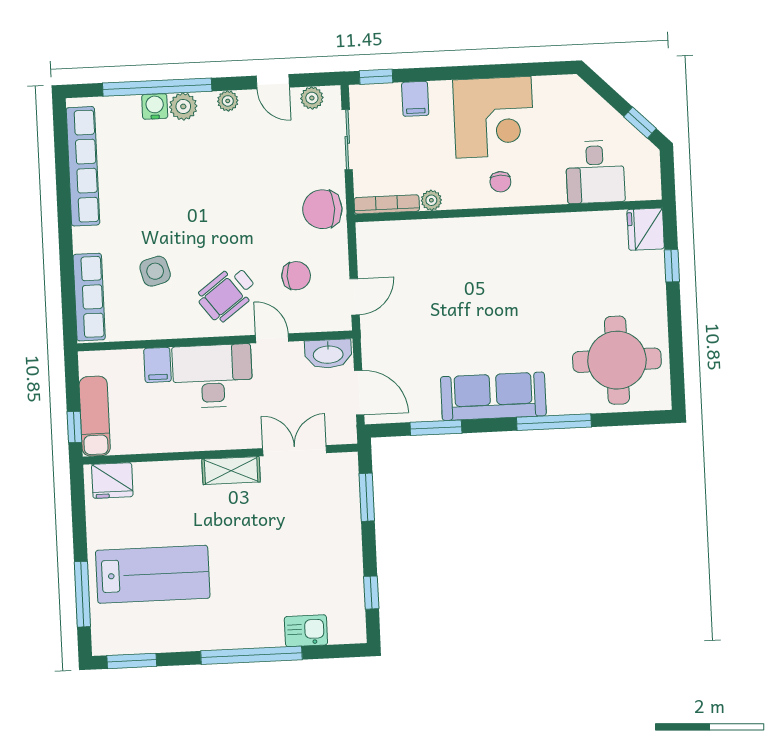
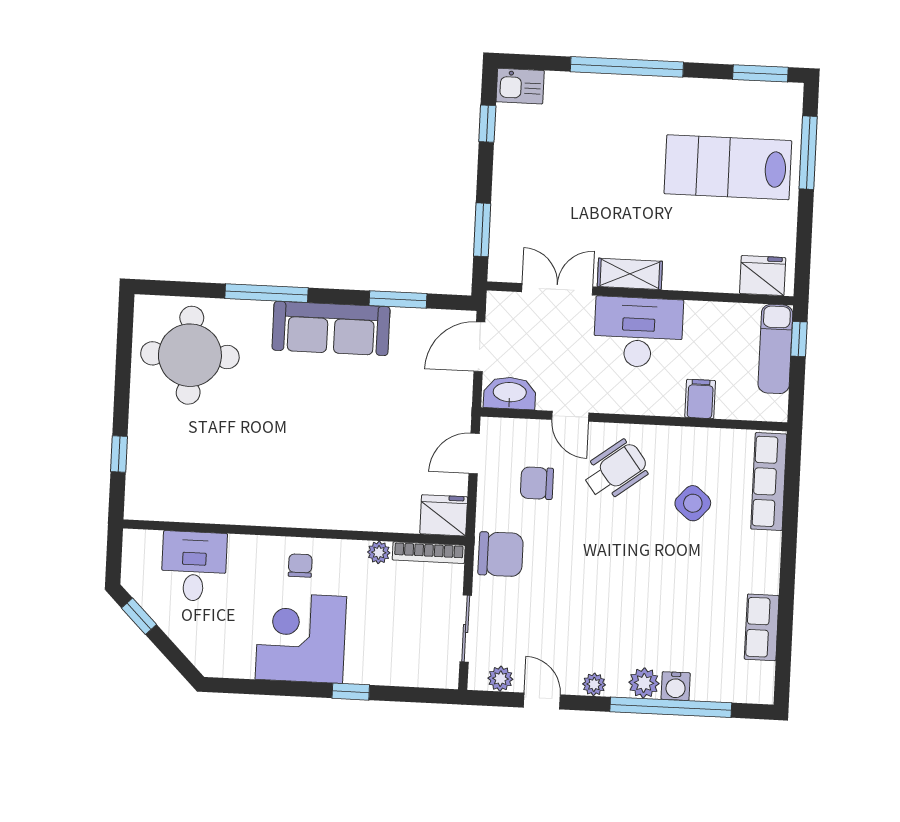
window: (376, 77) -> (351, 692), moved
filing cabinet: (415, 99) -> (386, 667), removed
row of seats: (83, 166) -> (762, 627), width x0.50
fridge: (646, 229) -> (444, 515), moved, turned -90
side table: (155, 271) -> (693, 503), turned -34
desk: (212, 376) -> (638, 332), moved, turned 180
door: (359, 393) -> (479, 347), hinge flipped
double door: (295, 451) -> (557, 289), swing flipped
kitchen sink: (306, 631) -> (520, 86), moved

